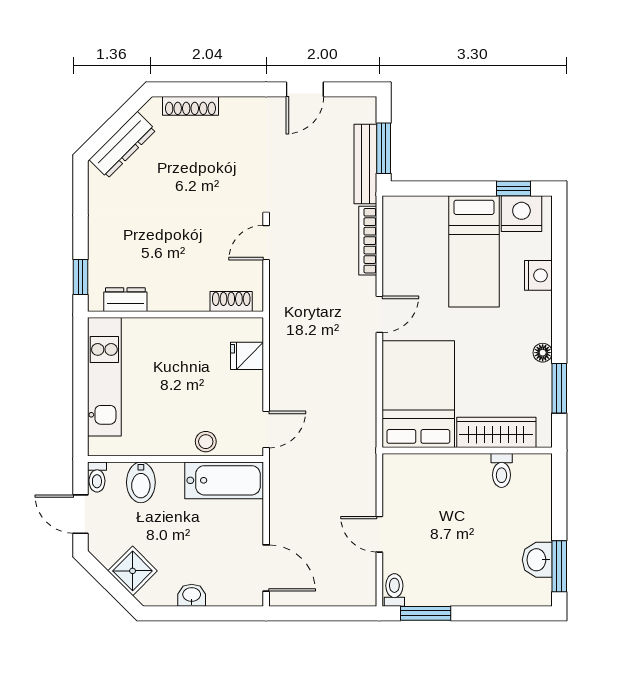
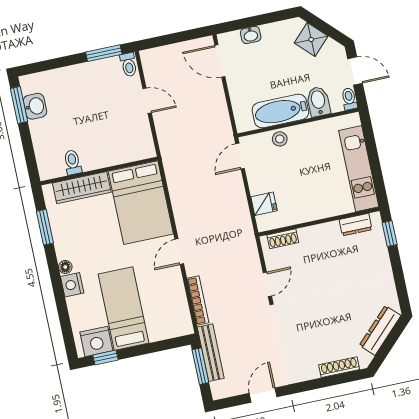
nightstand: (538, 275) -> (72, 285), moved
floor lamp: (543, 353) -> (65, 267), moved
bathtub: (224, 480) -> (280, 111), moved
washbasin: (192, 595) -> (251, 35), moved

